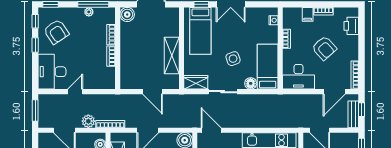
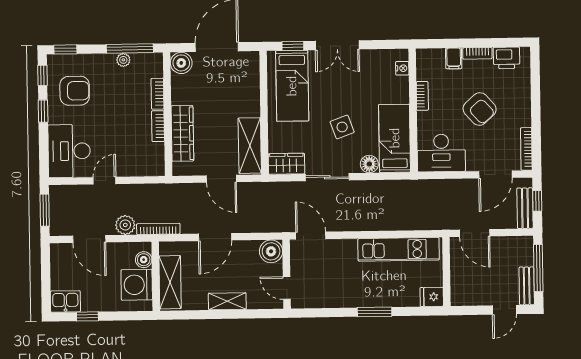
printer: (351, 26) -> (506, 58), moved, turned -90
armchair: (56, 32) -> (75, 91), turned -56
shelving: (172, 55) -> (250, 146), moved
wardrobe: (127, 61) -> (182, 133), added

